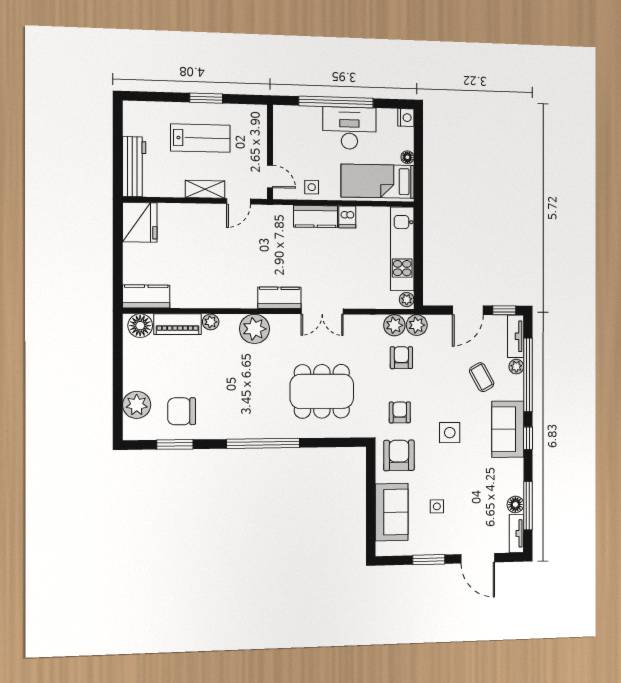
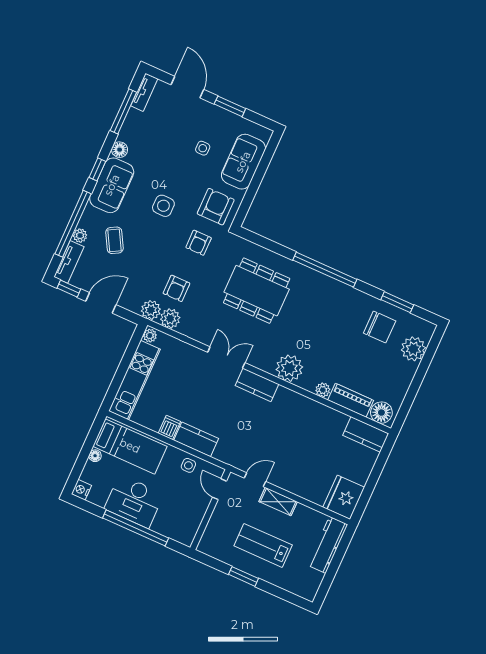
armchair: (399, 455) -> (216, 207), turned 180
floor lamp: (515, 504) -> (120, 150), moved

